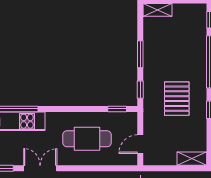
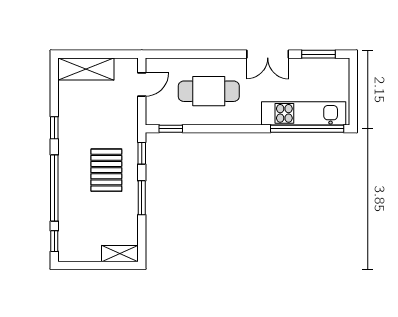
pallet: (177, 99) -> (106, 170), moved
shelving: (192, 159) -> (86, 69), width x1.50, depth x1.33

